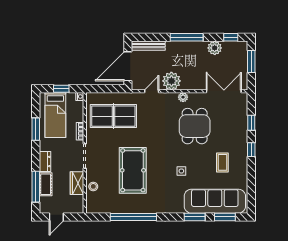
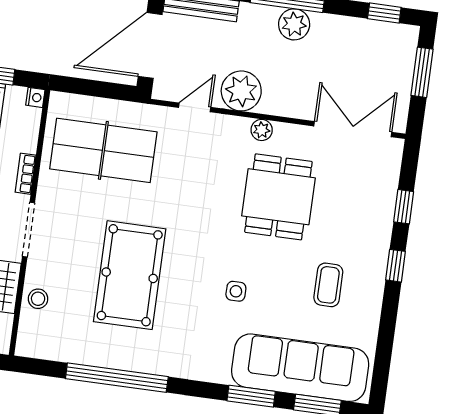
plant: (215, 48) -> (294, 24), moved

